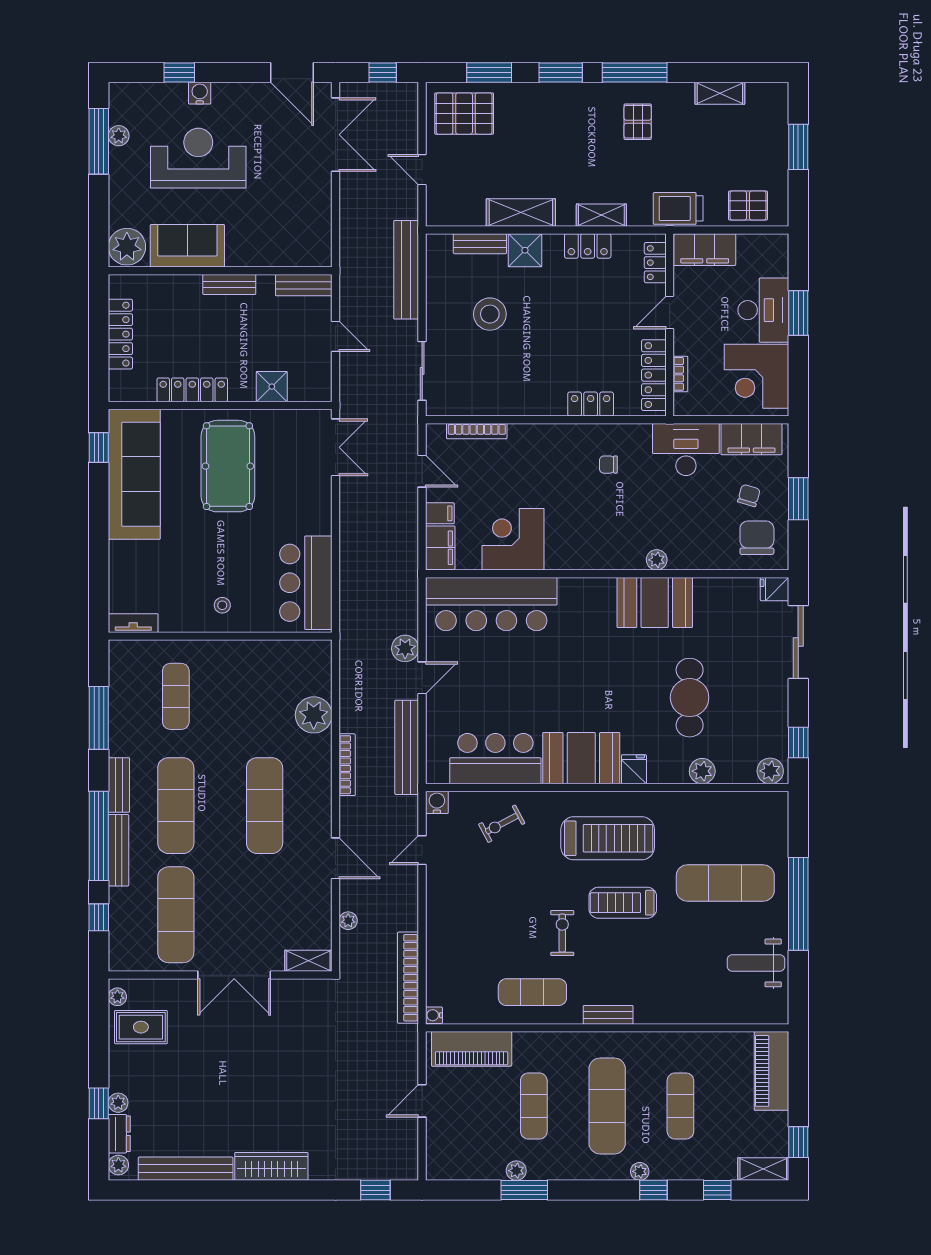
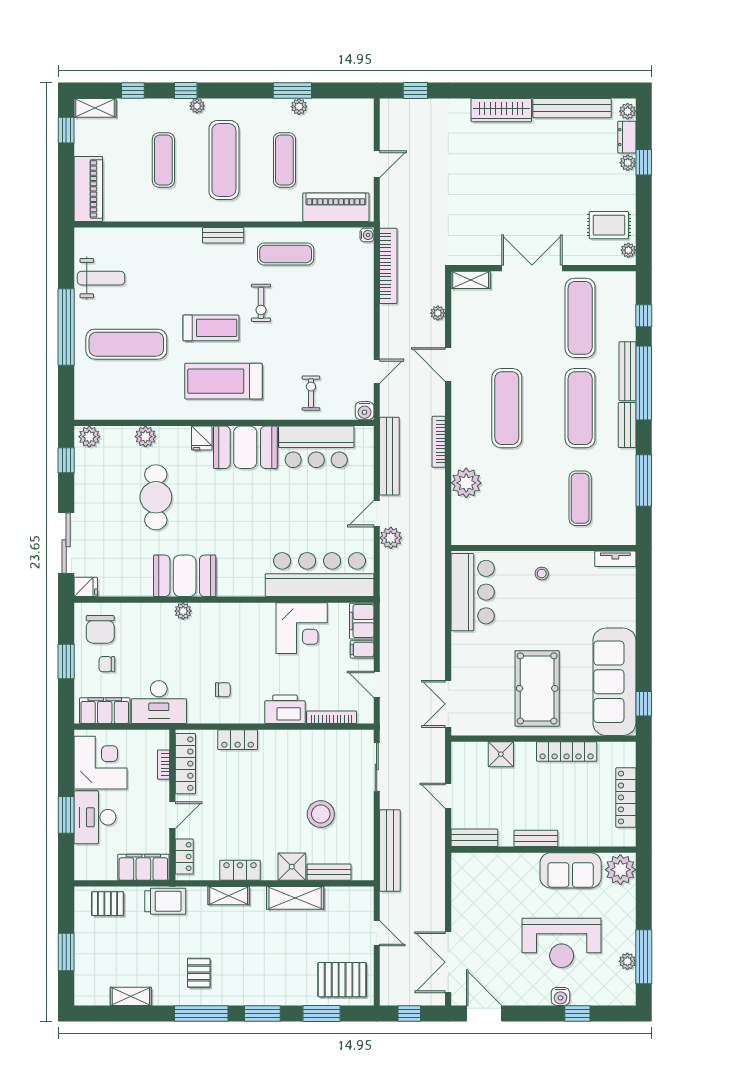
printer: (533, 441) -> (285, 709), added
chair: (749, 495) -> (107, 664), turned 74
exercise bike: (502, 824) -> (311, 393), turned -62

